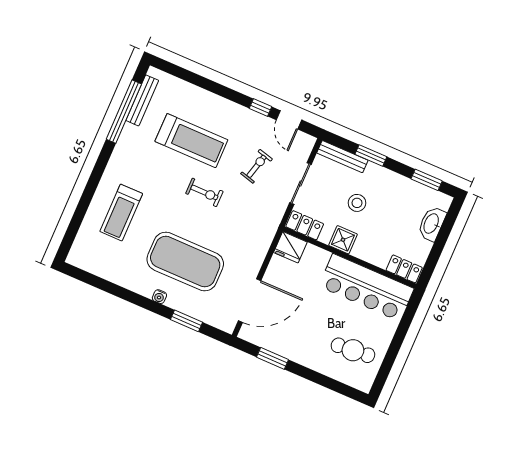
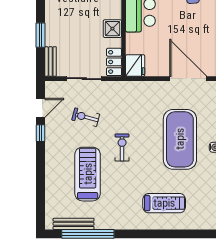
bench: (342, 157) -> (51, 61), width x0.73
stool: (357, 203) -> (80, 30), removed

